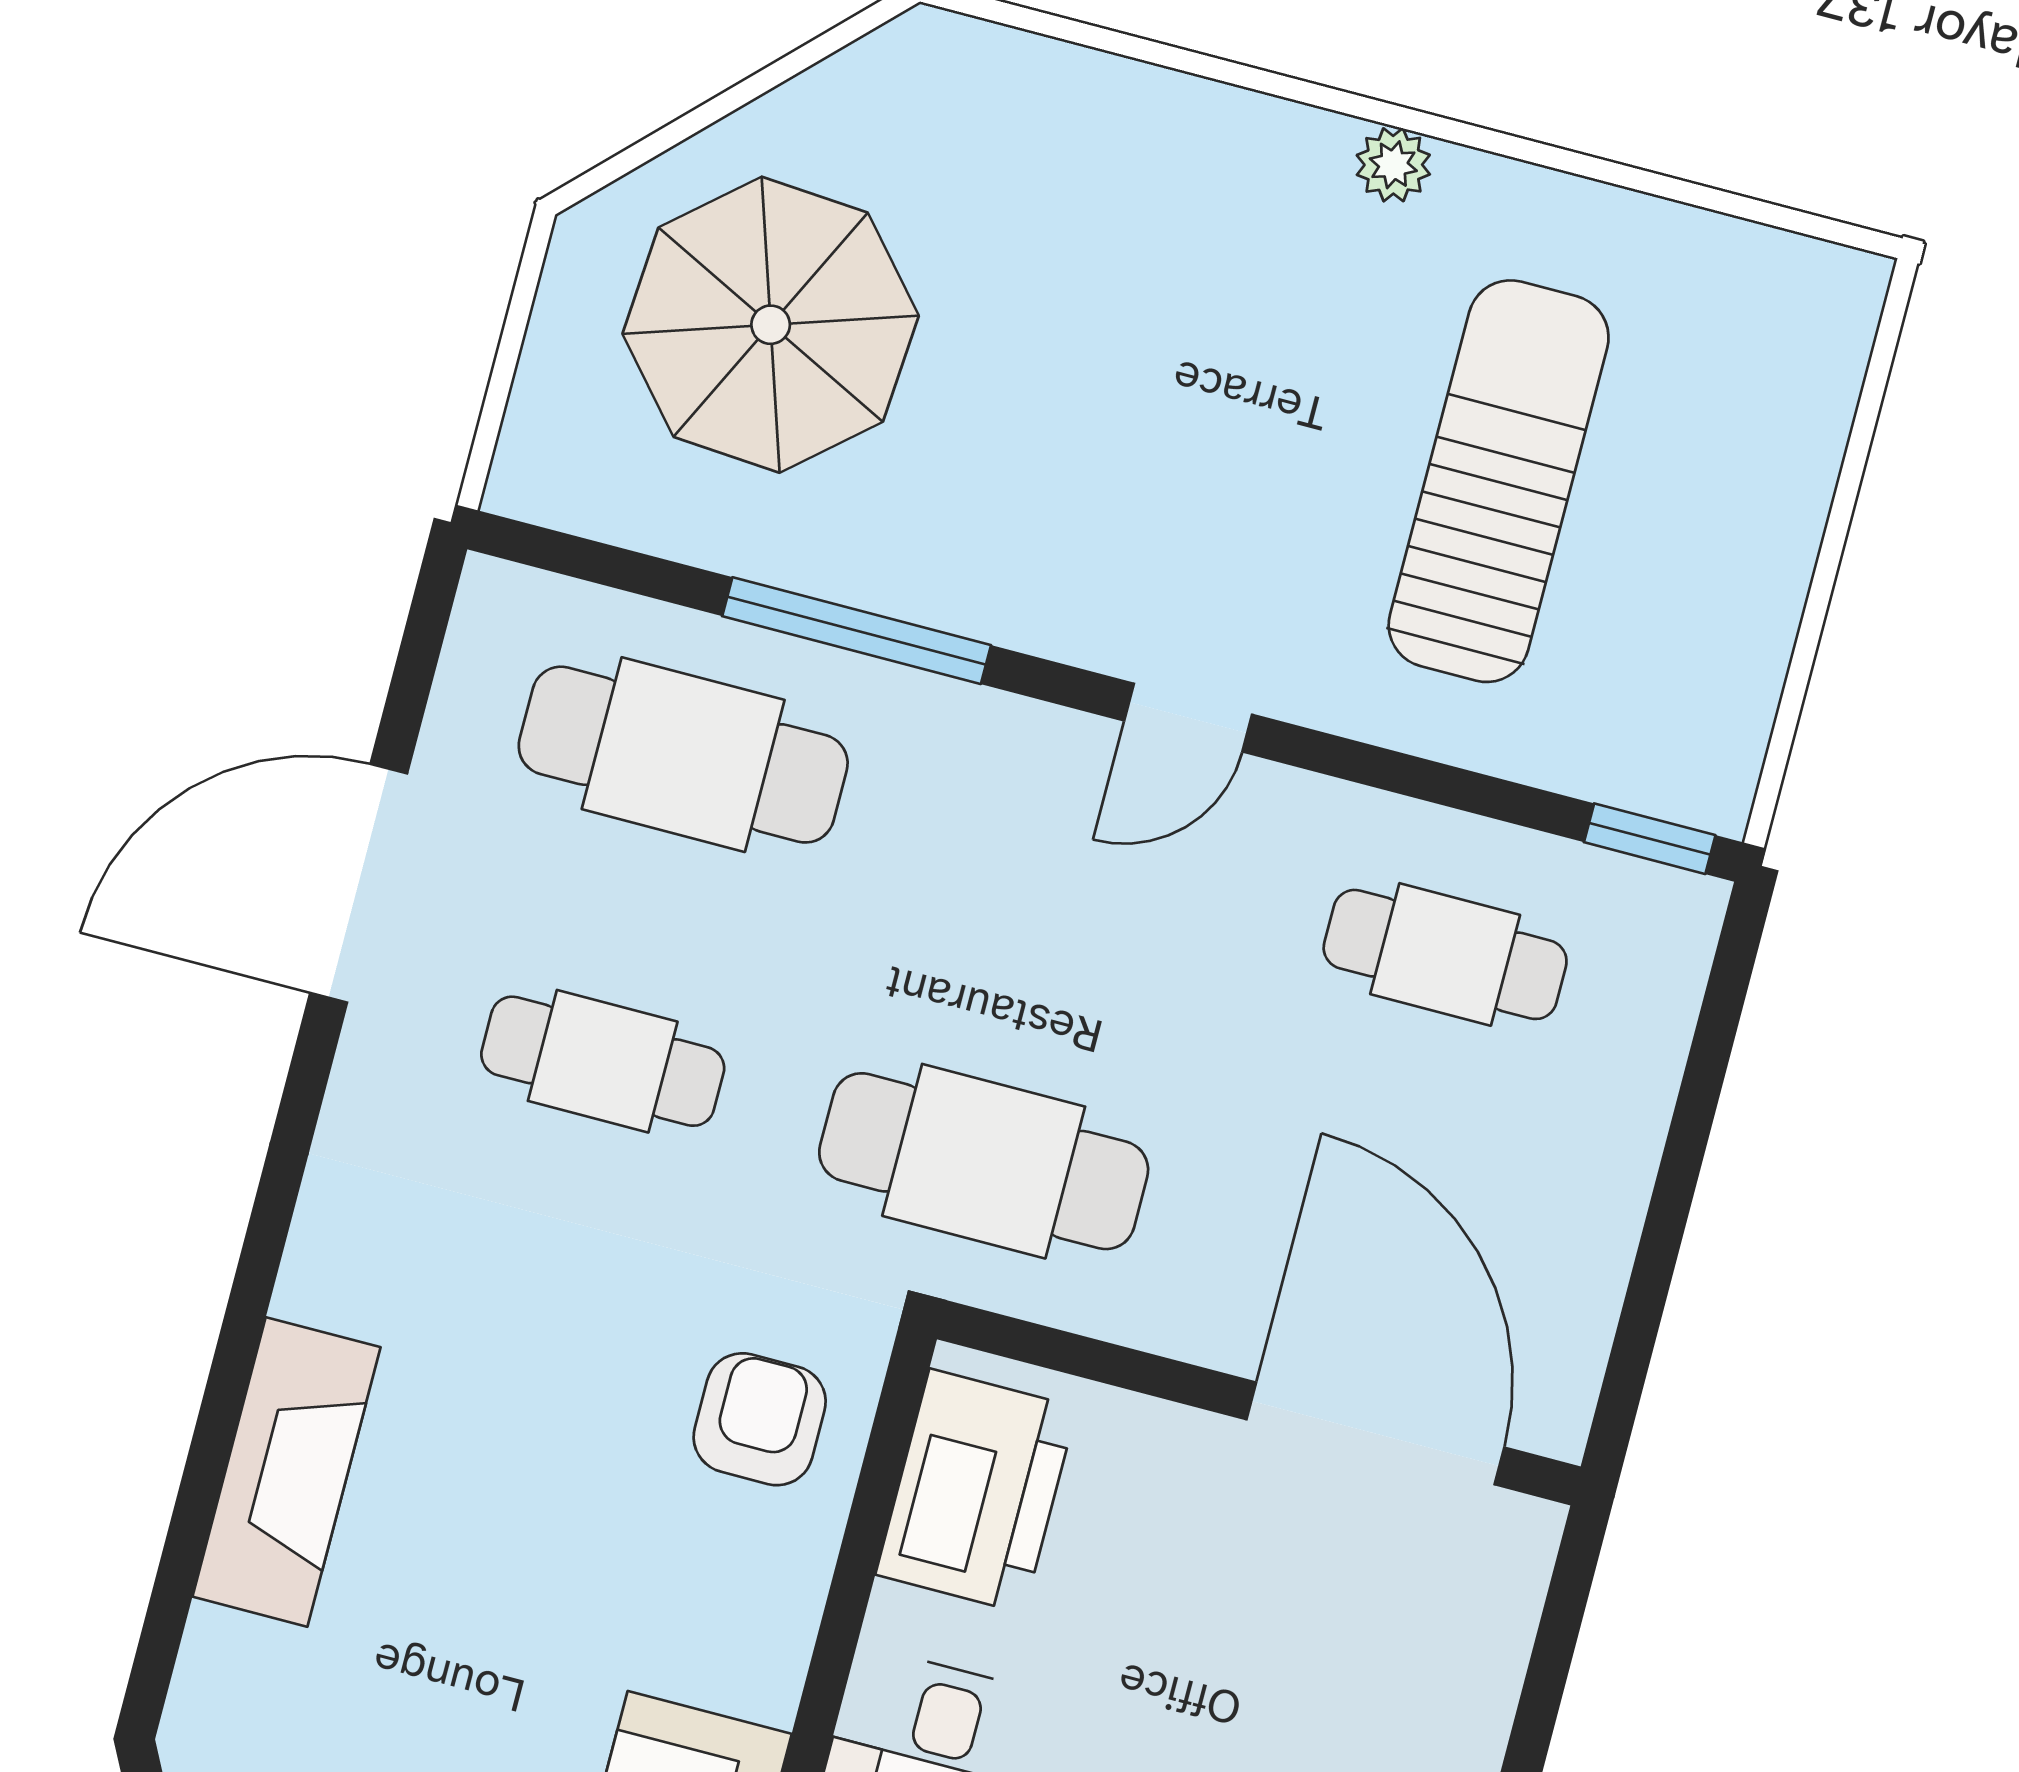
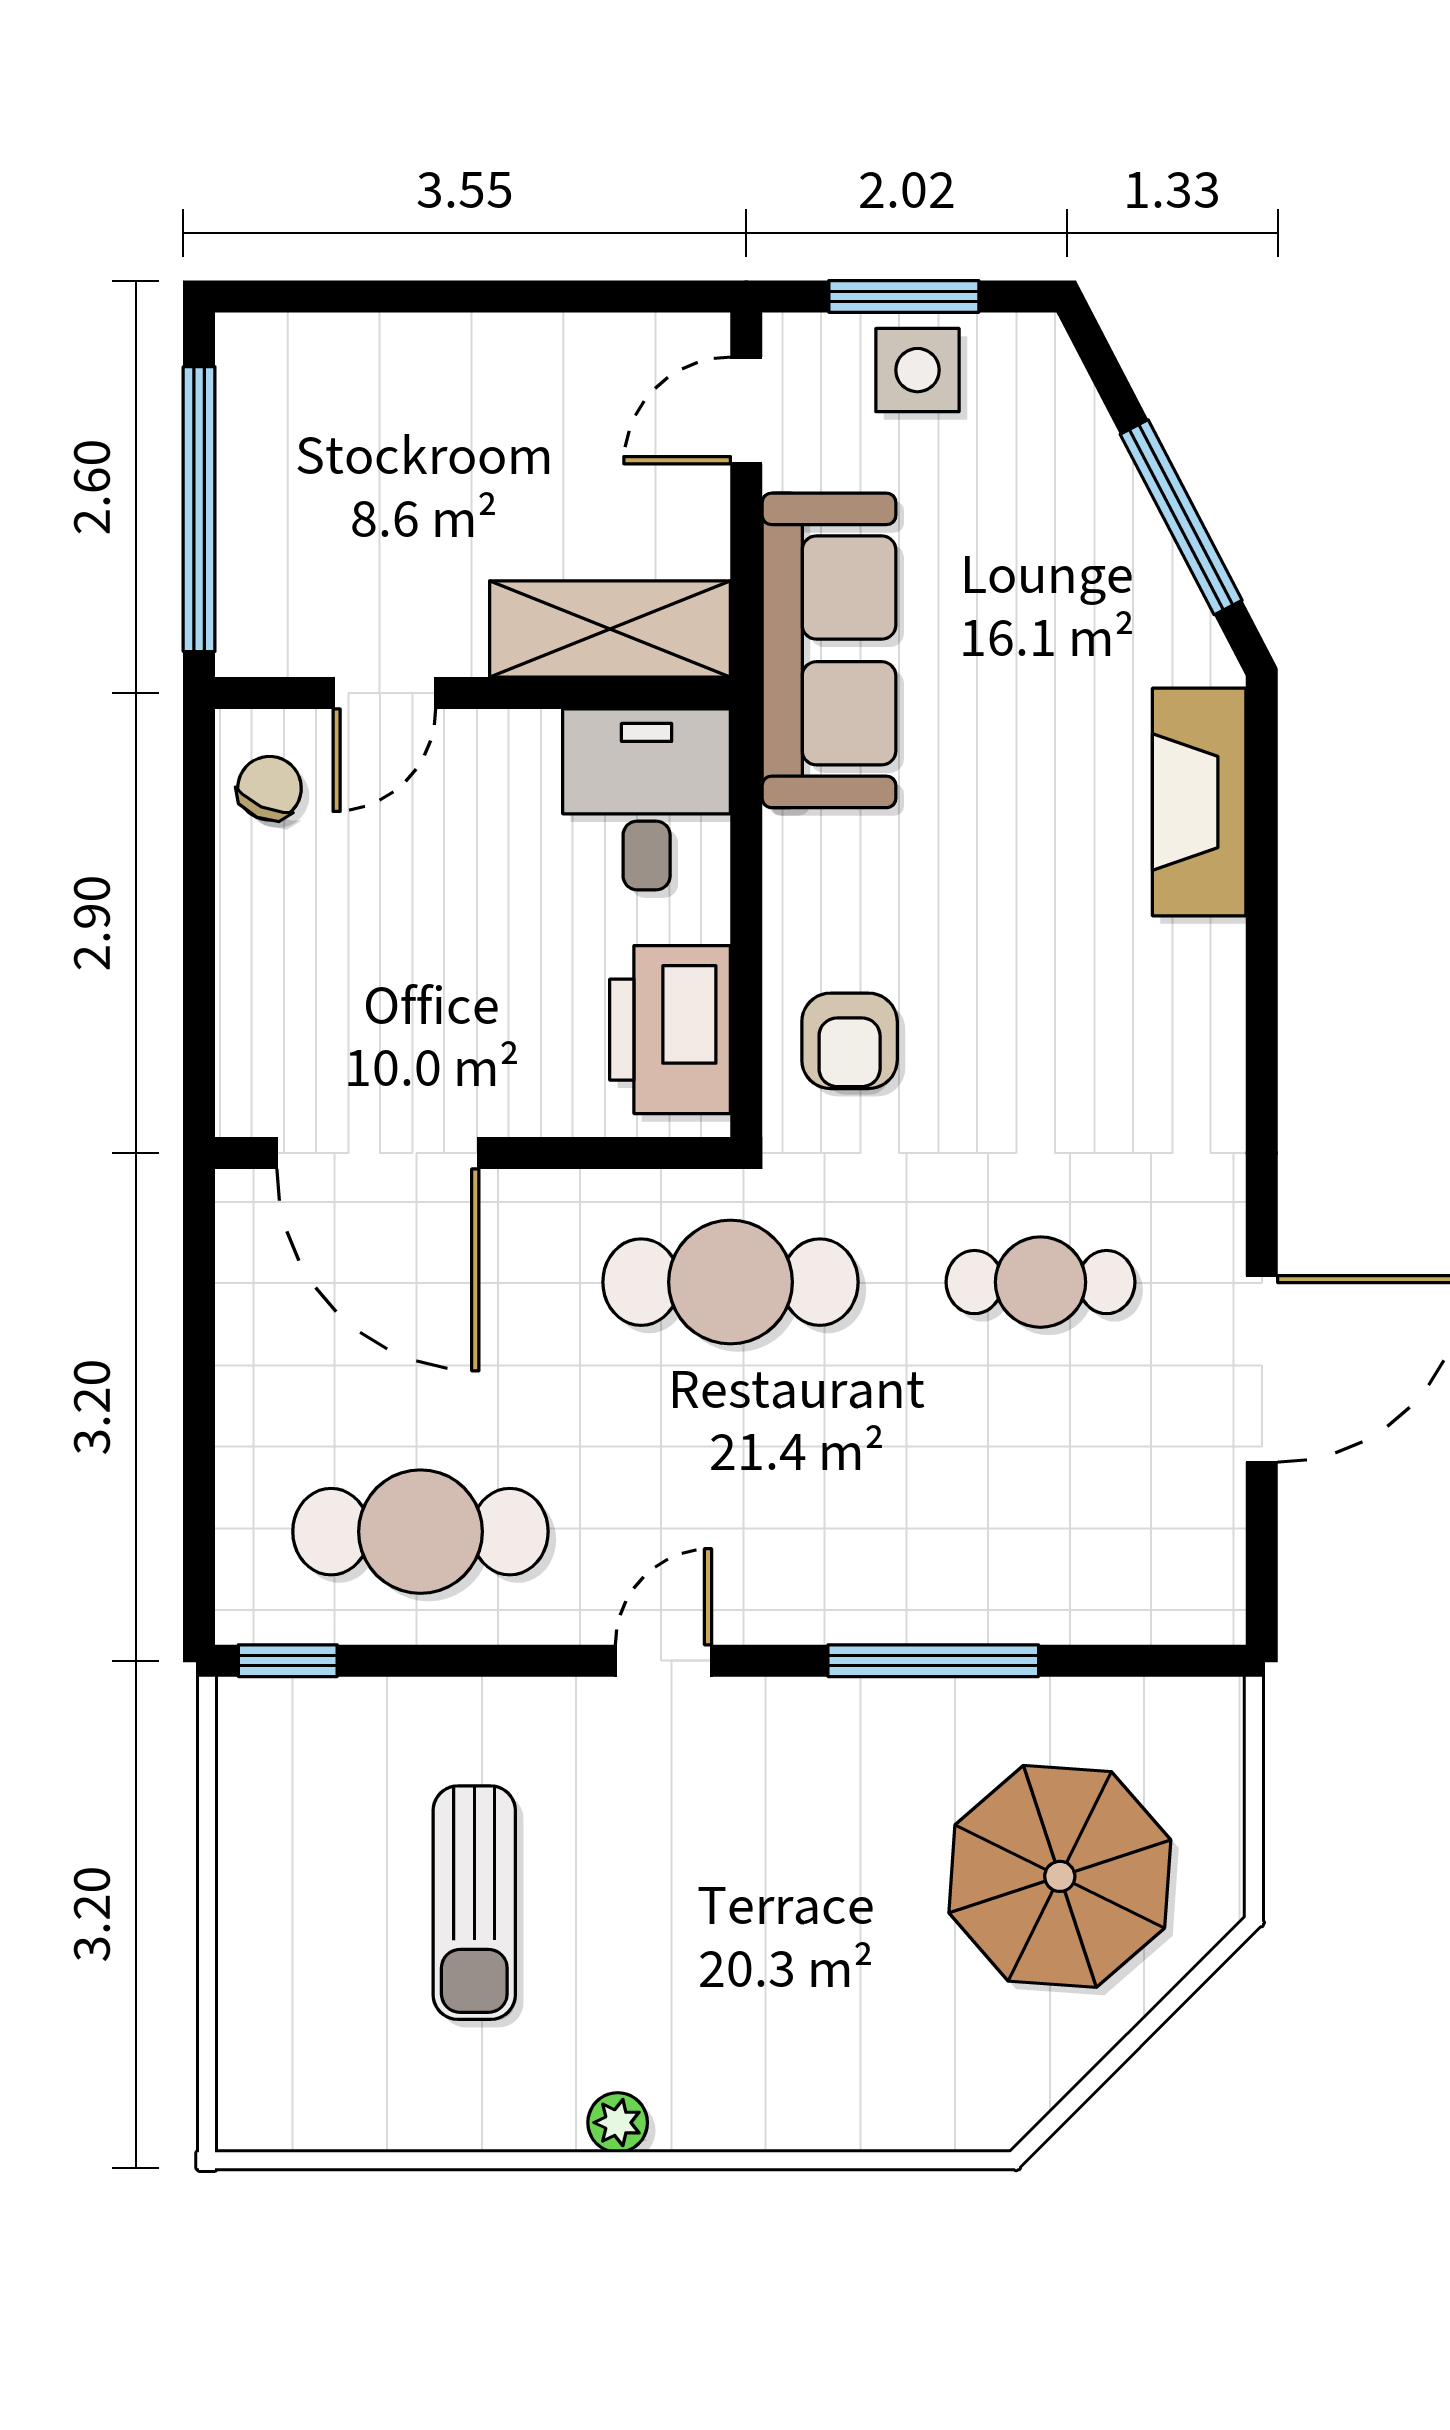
sun lounger: (1499, 481) -> (474, 1903), width x0.73, depth x0.75
cafe table: (683, 755) -> (1040, 1532), removed
cafe table: (1445, 954) -> (420, 1532), width x1.37, depth x1.35
fireplace: (287, 1472) -> (1199, 802), moved

